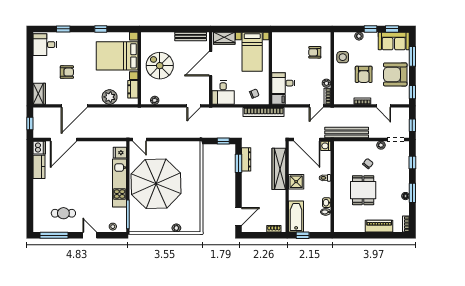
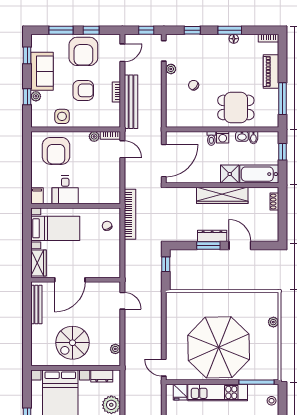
window: (370, 29) -> (27, 97), moved
sofa: (394, 41) -> (42, 71), moved
armchair: (315, 52) -> (56, 151), width x1.88, depth x1.88
door: (211, 64) -> (70, 280), hinge flipped
desk: (283, 83) -> (65, 190), moved
window: (412, 92) -> (91, 30), moved
desk: (223, 93) -> (106, 264), removed
filing cabinet: (279, 99) -> (37, 196), moved
door: (384, 106) -> (122, 53), moved
bench: (347, 132) -> (131, 102), moved
door: (140, 139) -> (164, 368), swing flipped
washing machine: (326, 146) -> (223, 137), moved
dresser: (246, 159) -> (212, 236), moved
window: (238, 163) -> (208, 245), moved
wardrobe: (279, 169) -> (222, 195), moved
shower: (296, 182) -> (230, 174), moved
dining table: (363, 190) -> (236, 107), moved
door: (238, 217) -> (240, 245), moved
window: (303, 235) -> (282, 152), moved
window: (357, 235) -> (282, 99), added

